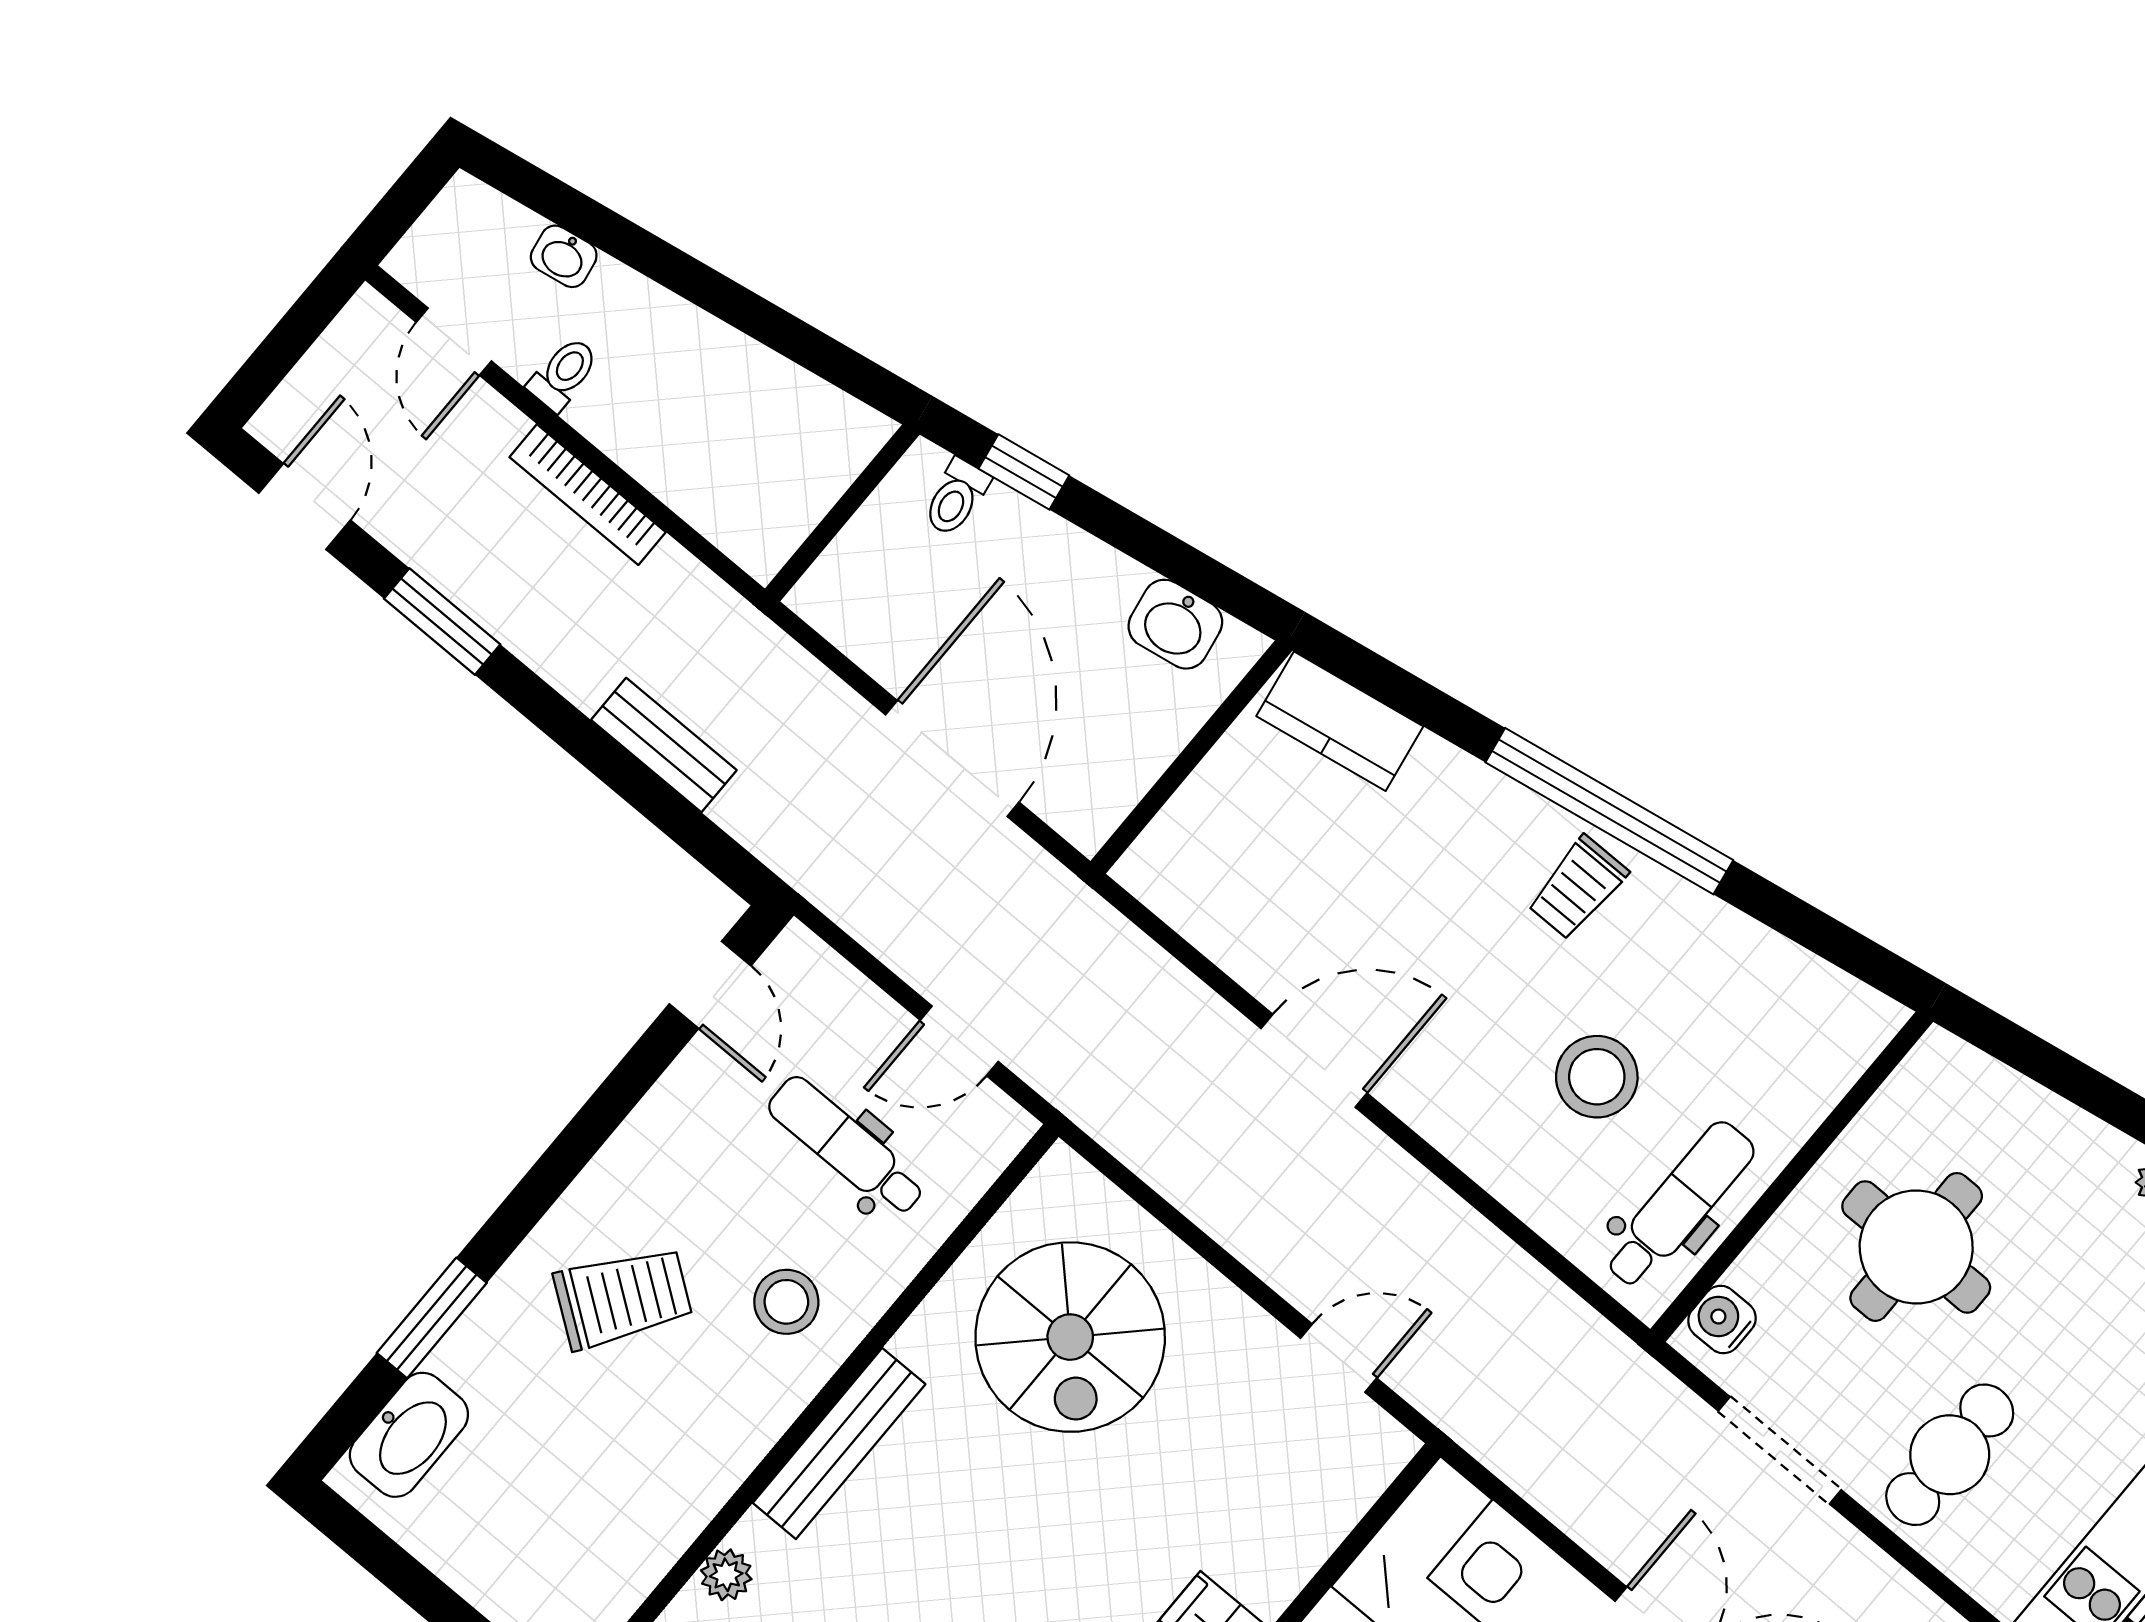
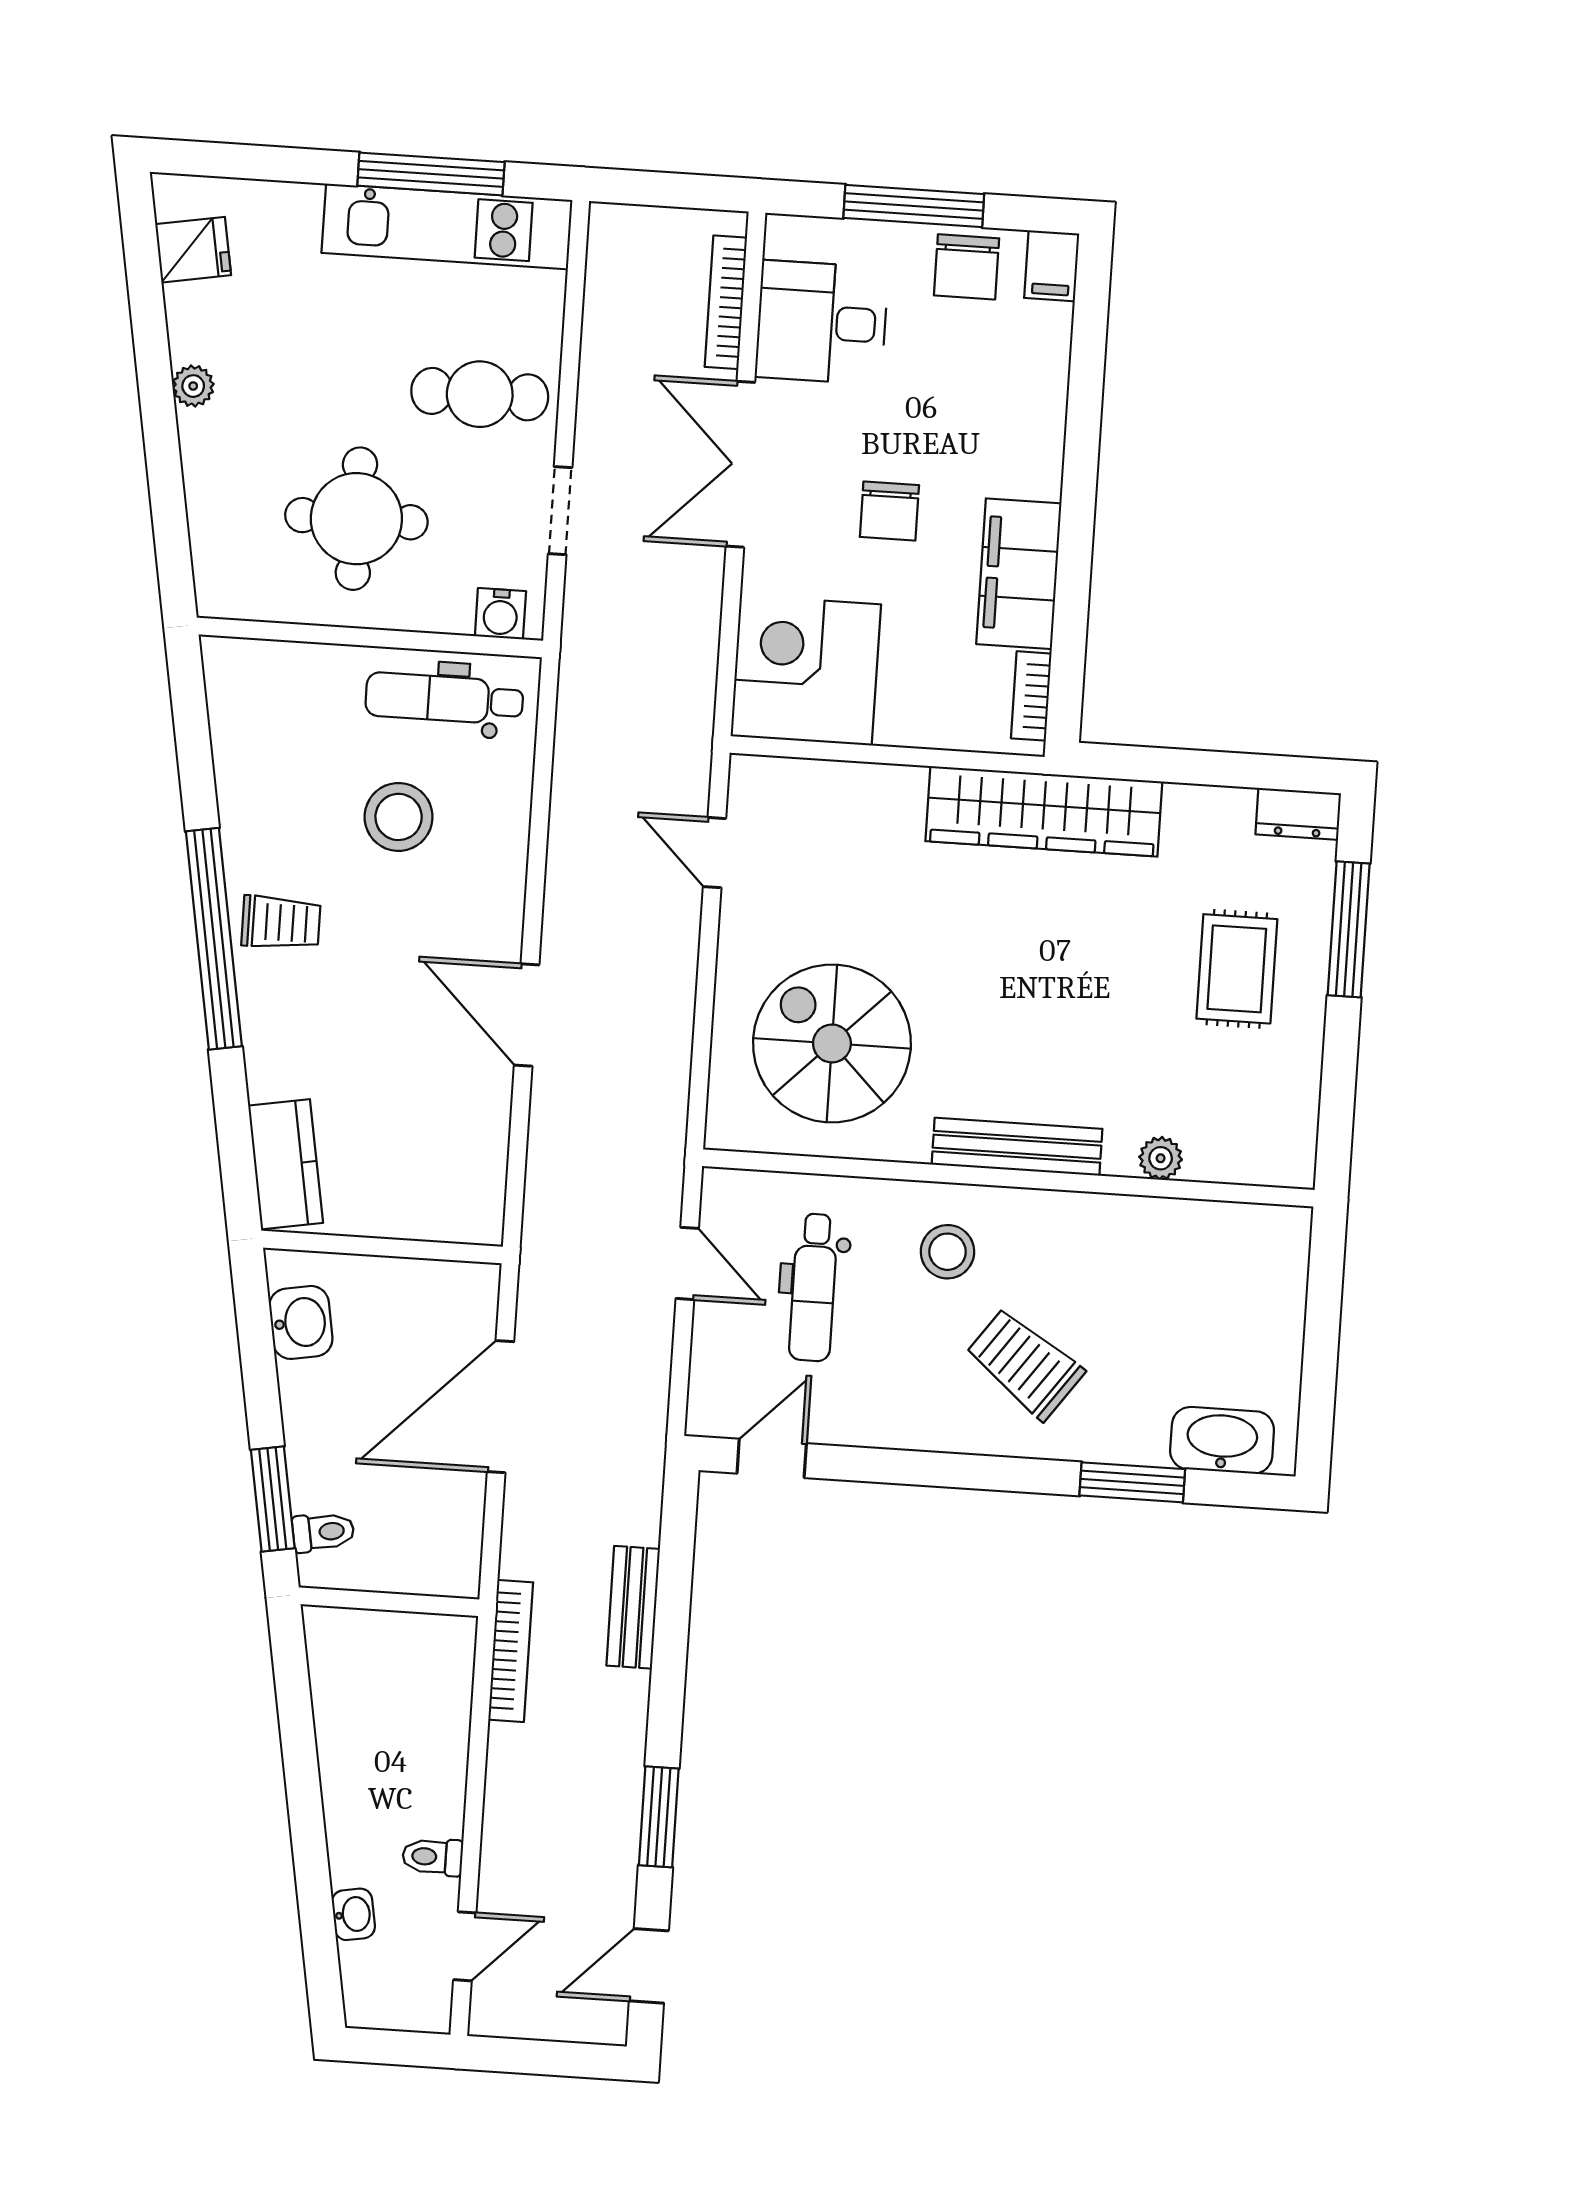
window: (1024, 472) -> (273, 1499), width x1.50
bookcase: (588, 495) -> (511, 1651), moved
spiral stairs: (1070, 1337) -> (832, 1043), turned -90
doorway: (1780, 1450) -> (560, 511), width x0.73

